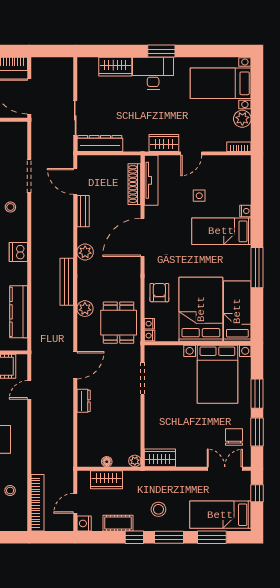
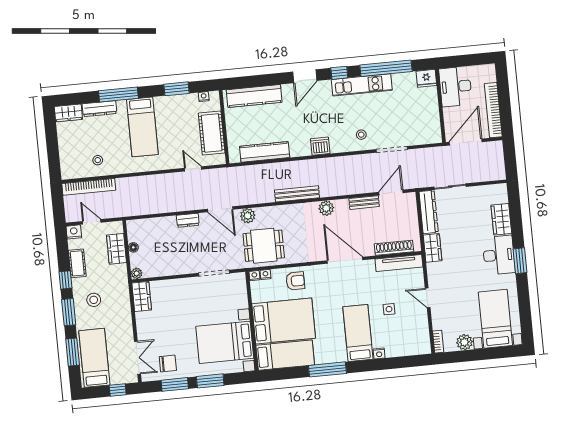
wardrobe: (164, 143) -> (433, 248), moved
plant: (85, 309) -> (248, 216), moved

